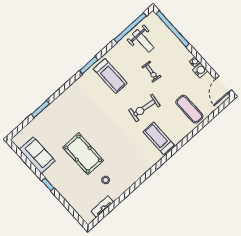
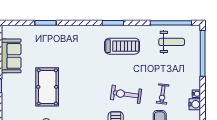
weight bench: (143, 41) -> (172, 42), turned -90
exercise bike: (151, 72) -> (163, 94), moved
treadmill: (110, 76) -> (122, 46), turned -90

